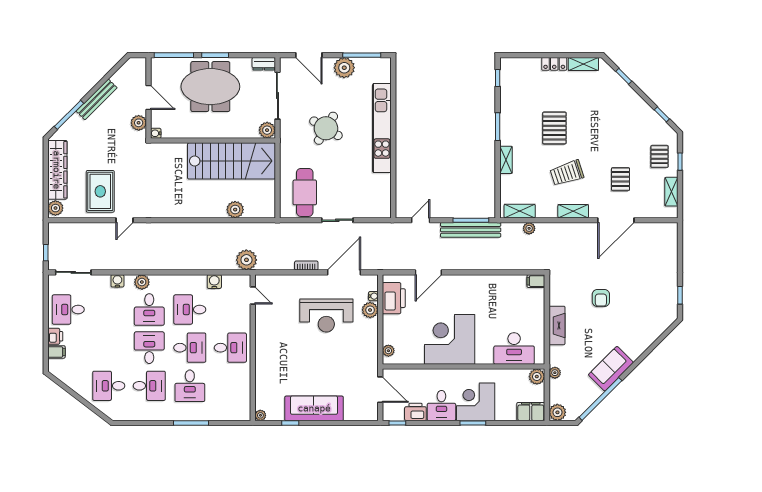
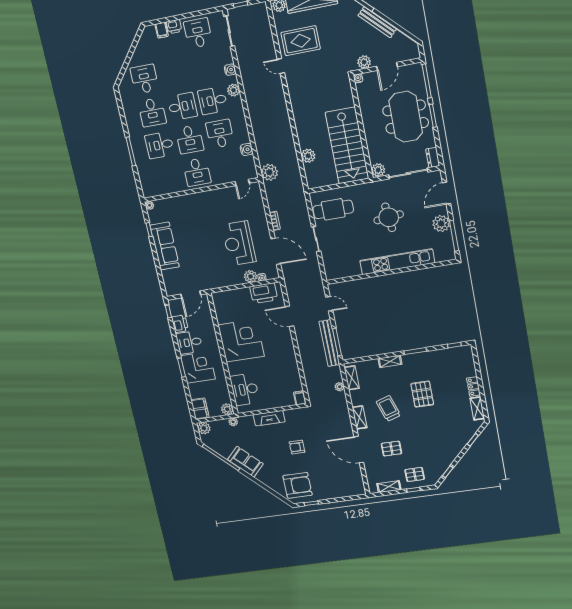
round table: (326, 128) -> (389, 217), turned -37
pallet: (554, 128) -> (422, 394), turned 90
armchair: (653, 308) -> (298, 485), added
plant: (388, 351) -> (222, 296), removed

